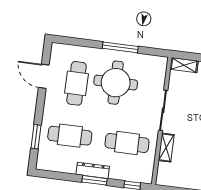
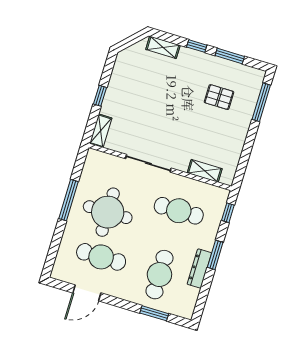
cafe table: (127, 143) -> (179, 211), turned 90
shelving: (166, 148) -> (205, 171), moved
dresser: (93, 170) -> (199, 269), moved

